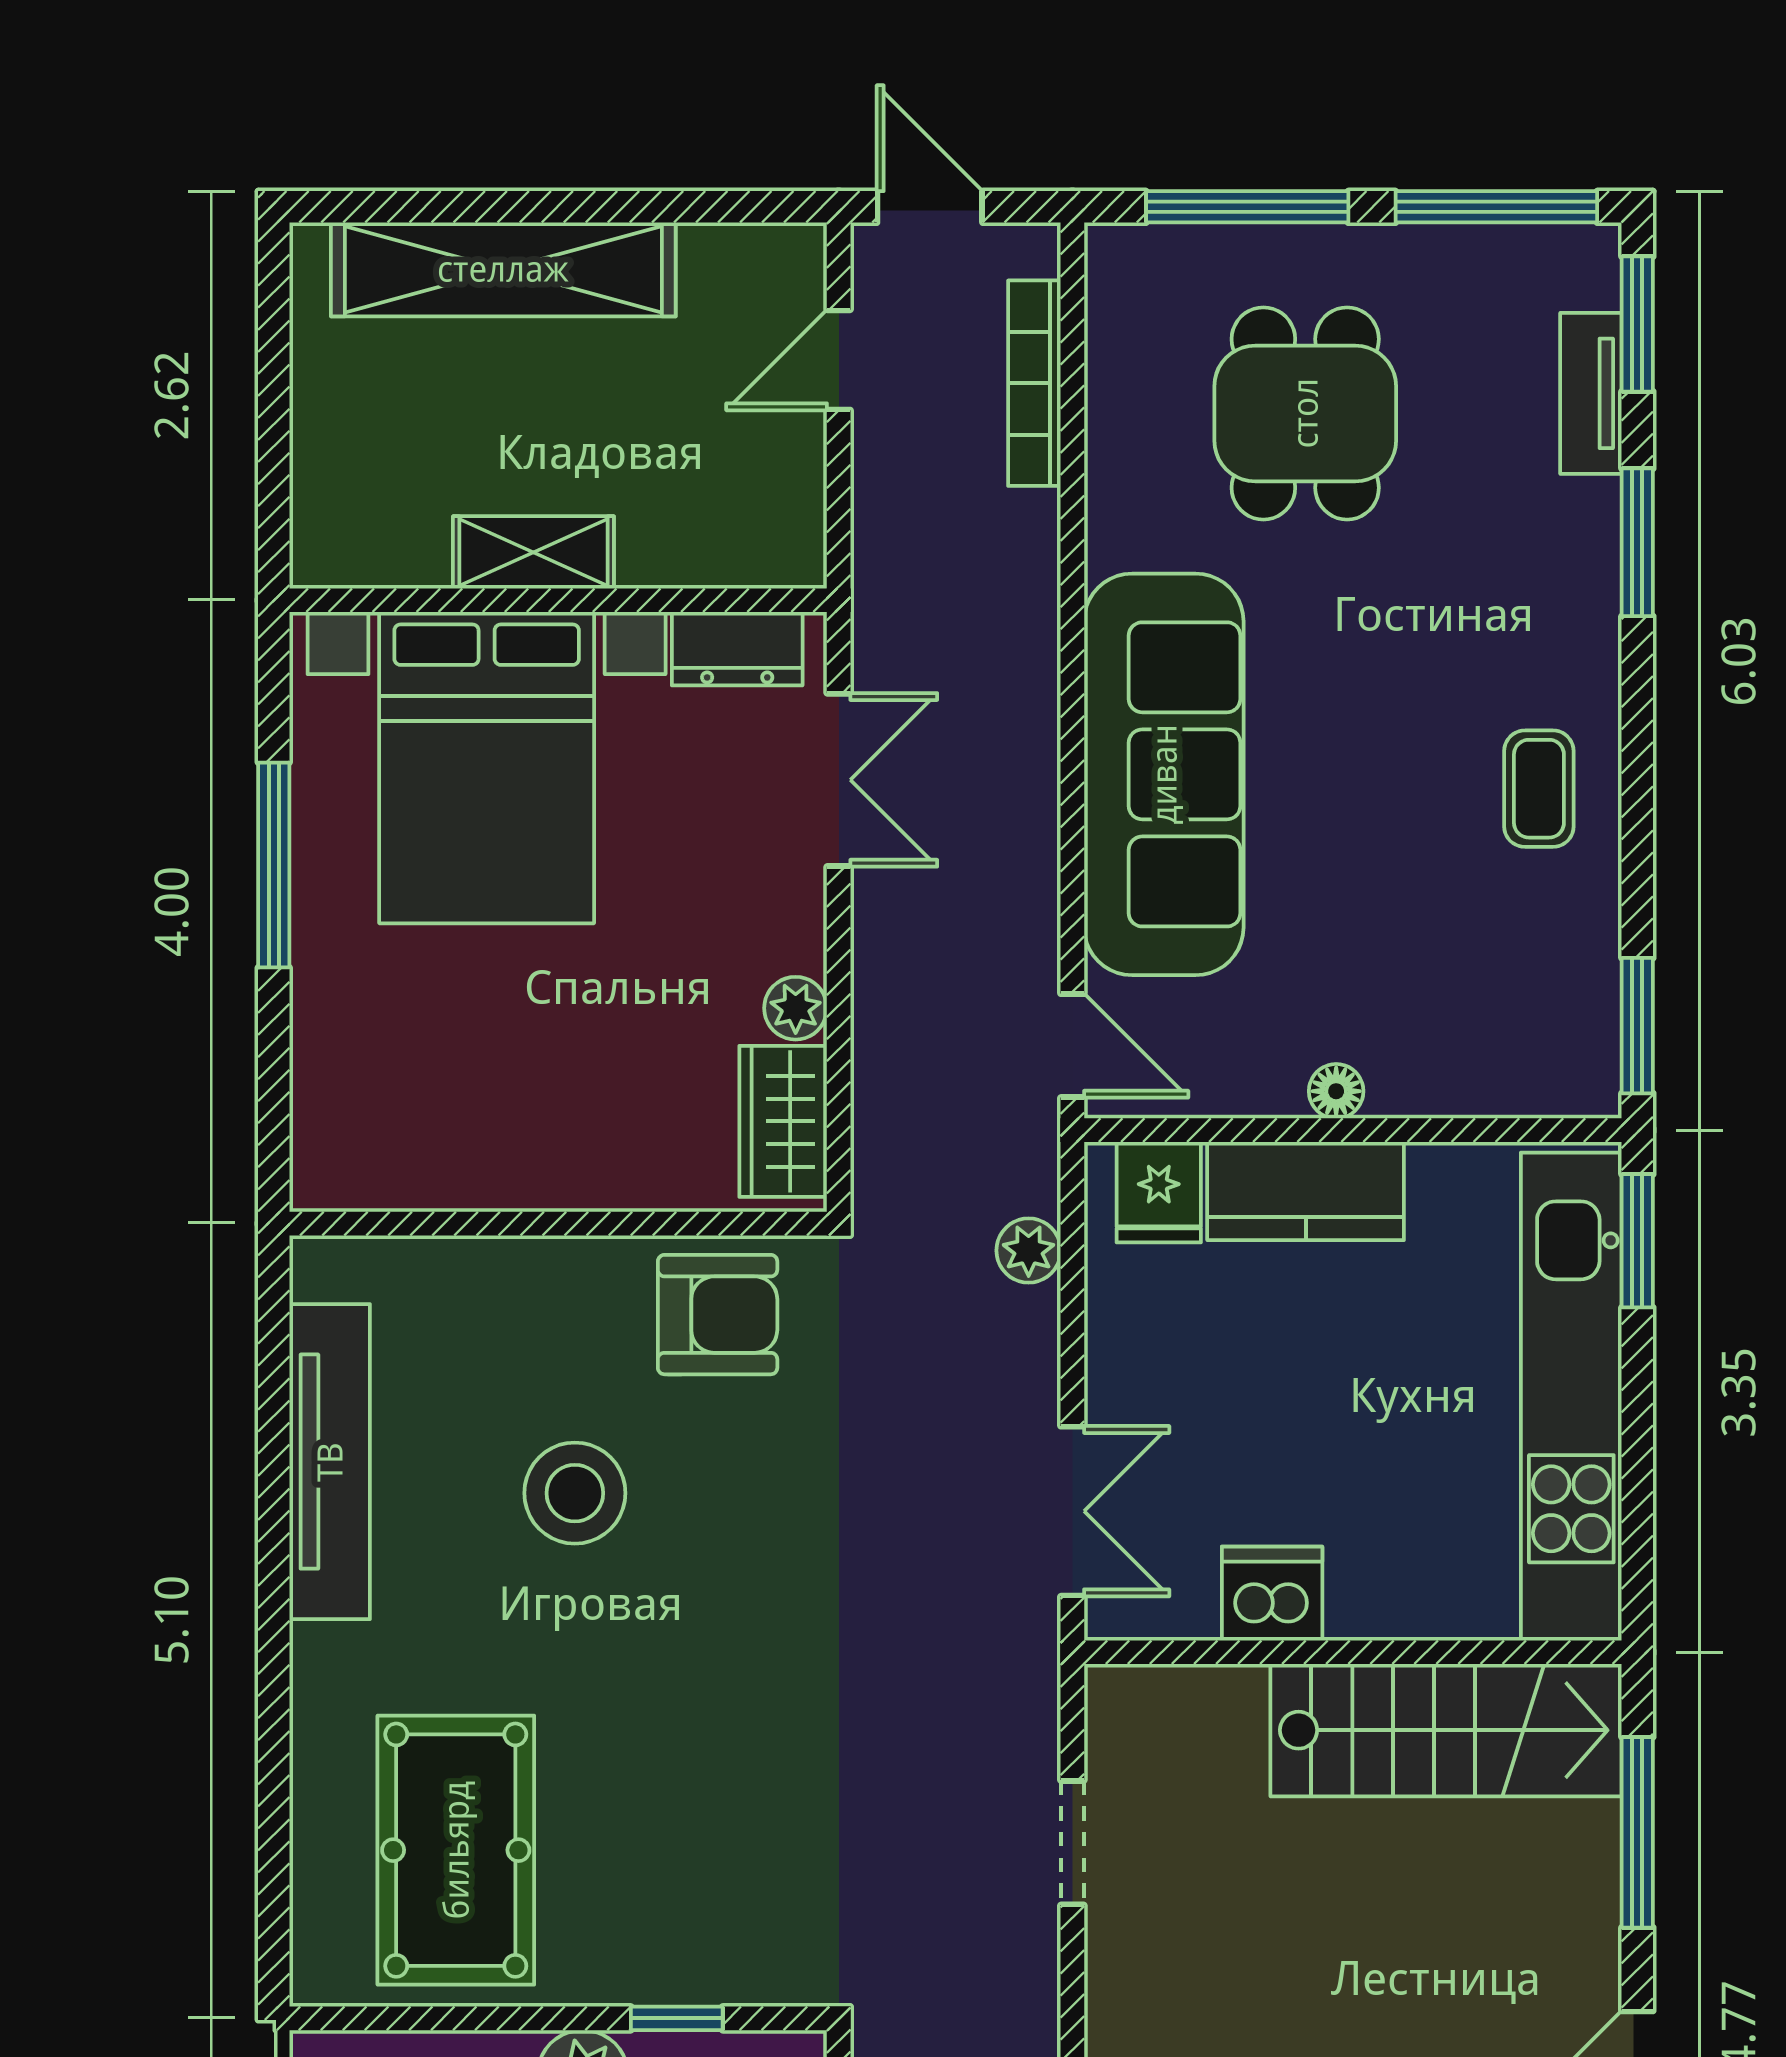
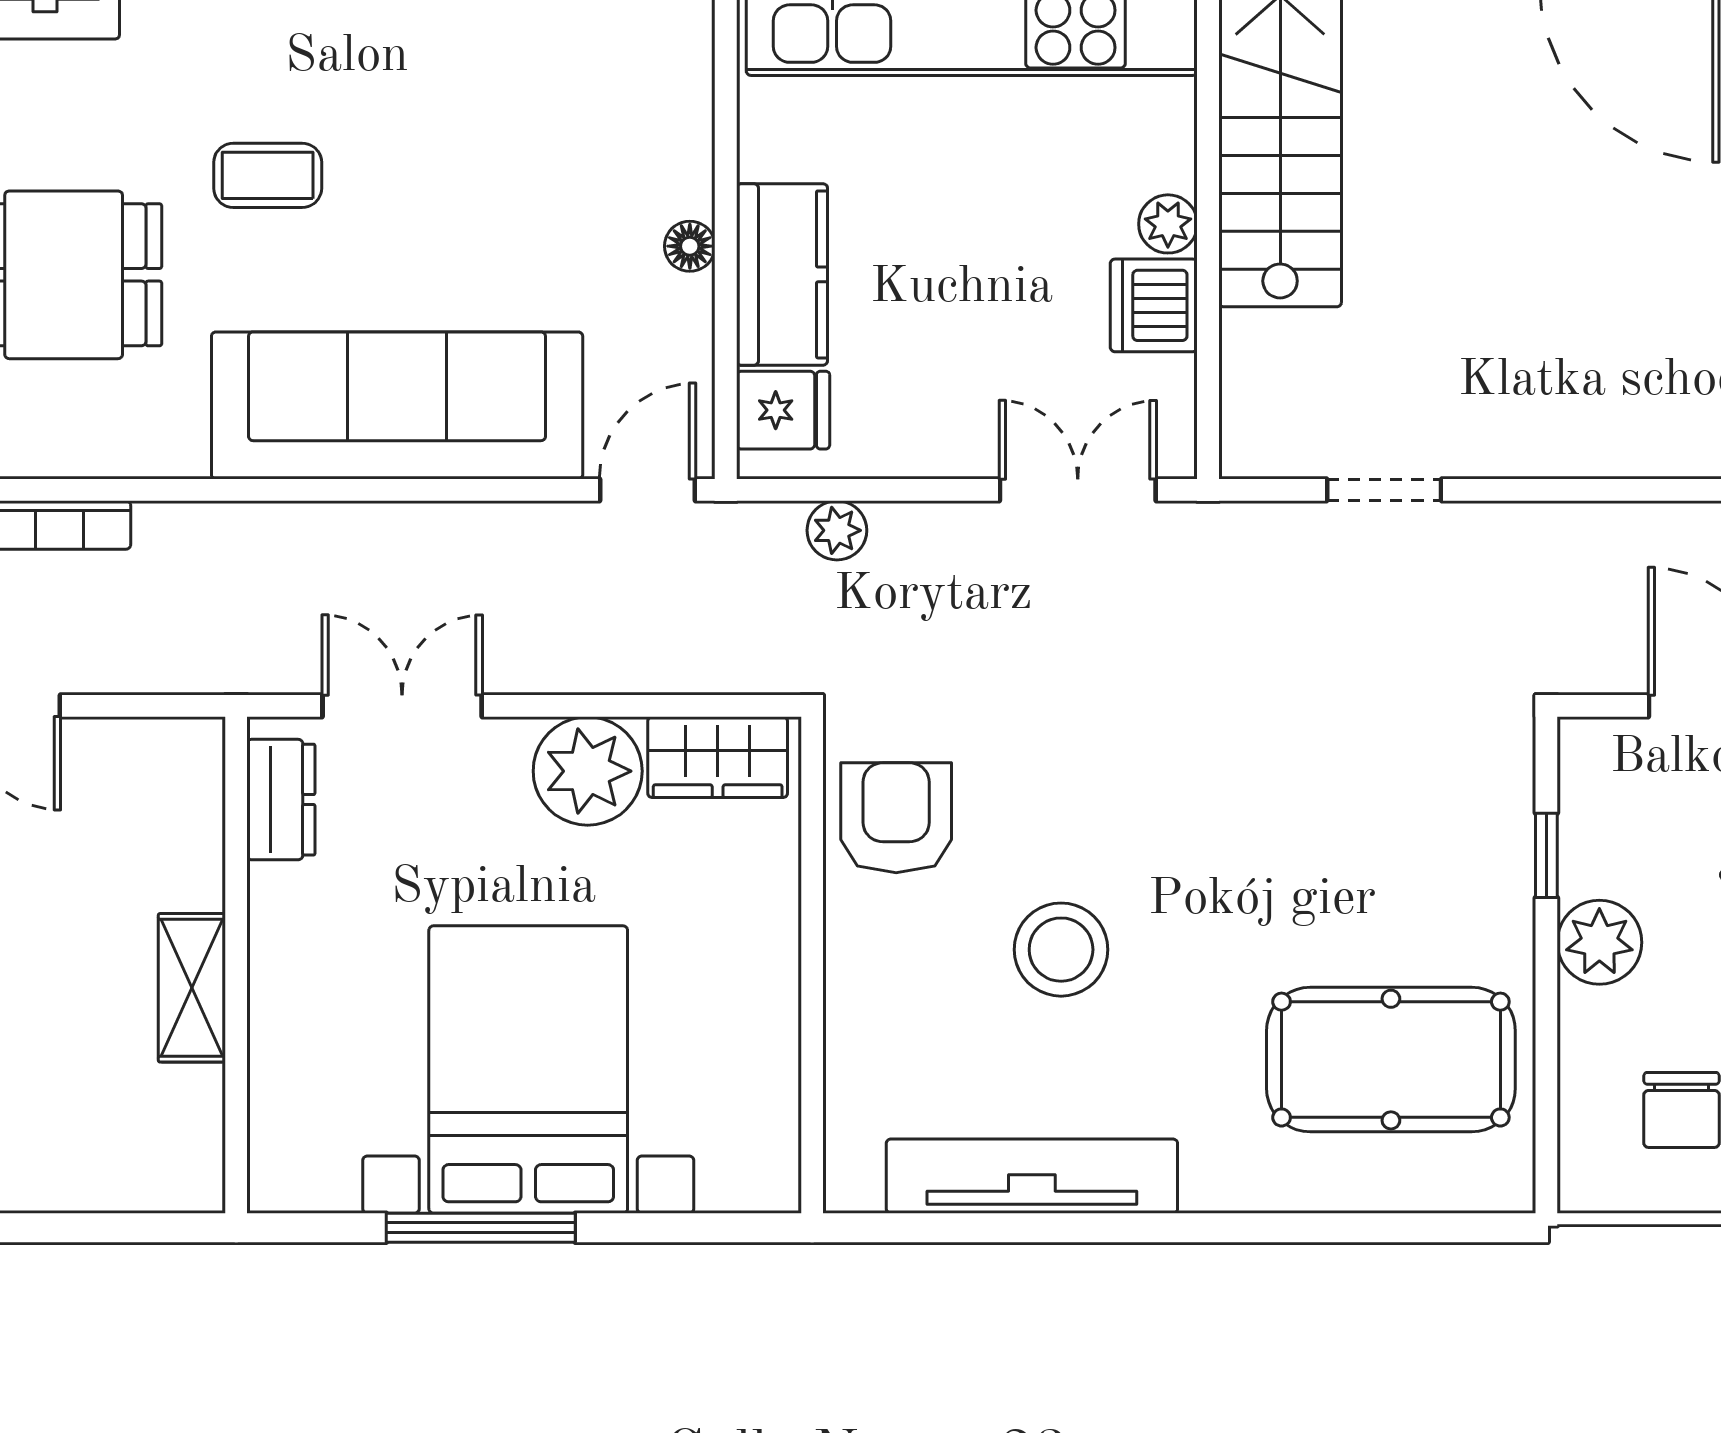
bed with nightstands: (487, 768) -> (528, 1070), moved, turned -90
coffee table: (1539, 789) -> (268, 175), moved
plant: (796, 1008) -> (588, 771), width x1.88, depth x1.88
plant: (1360, 1609) -> (1168, 224), added

